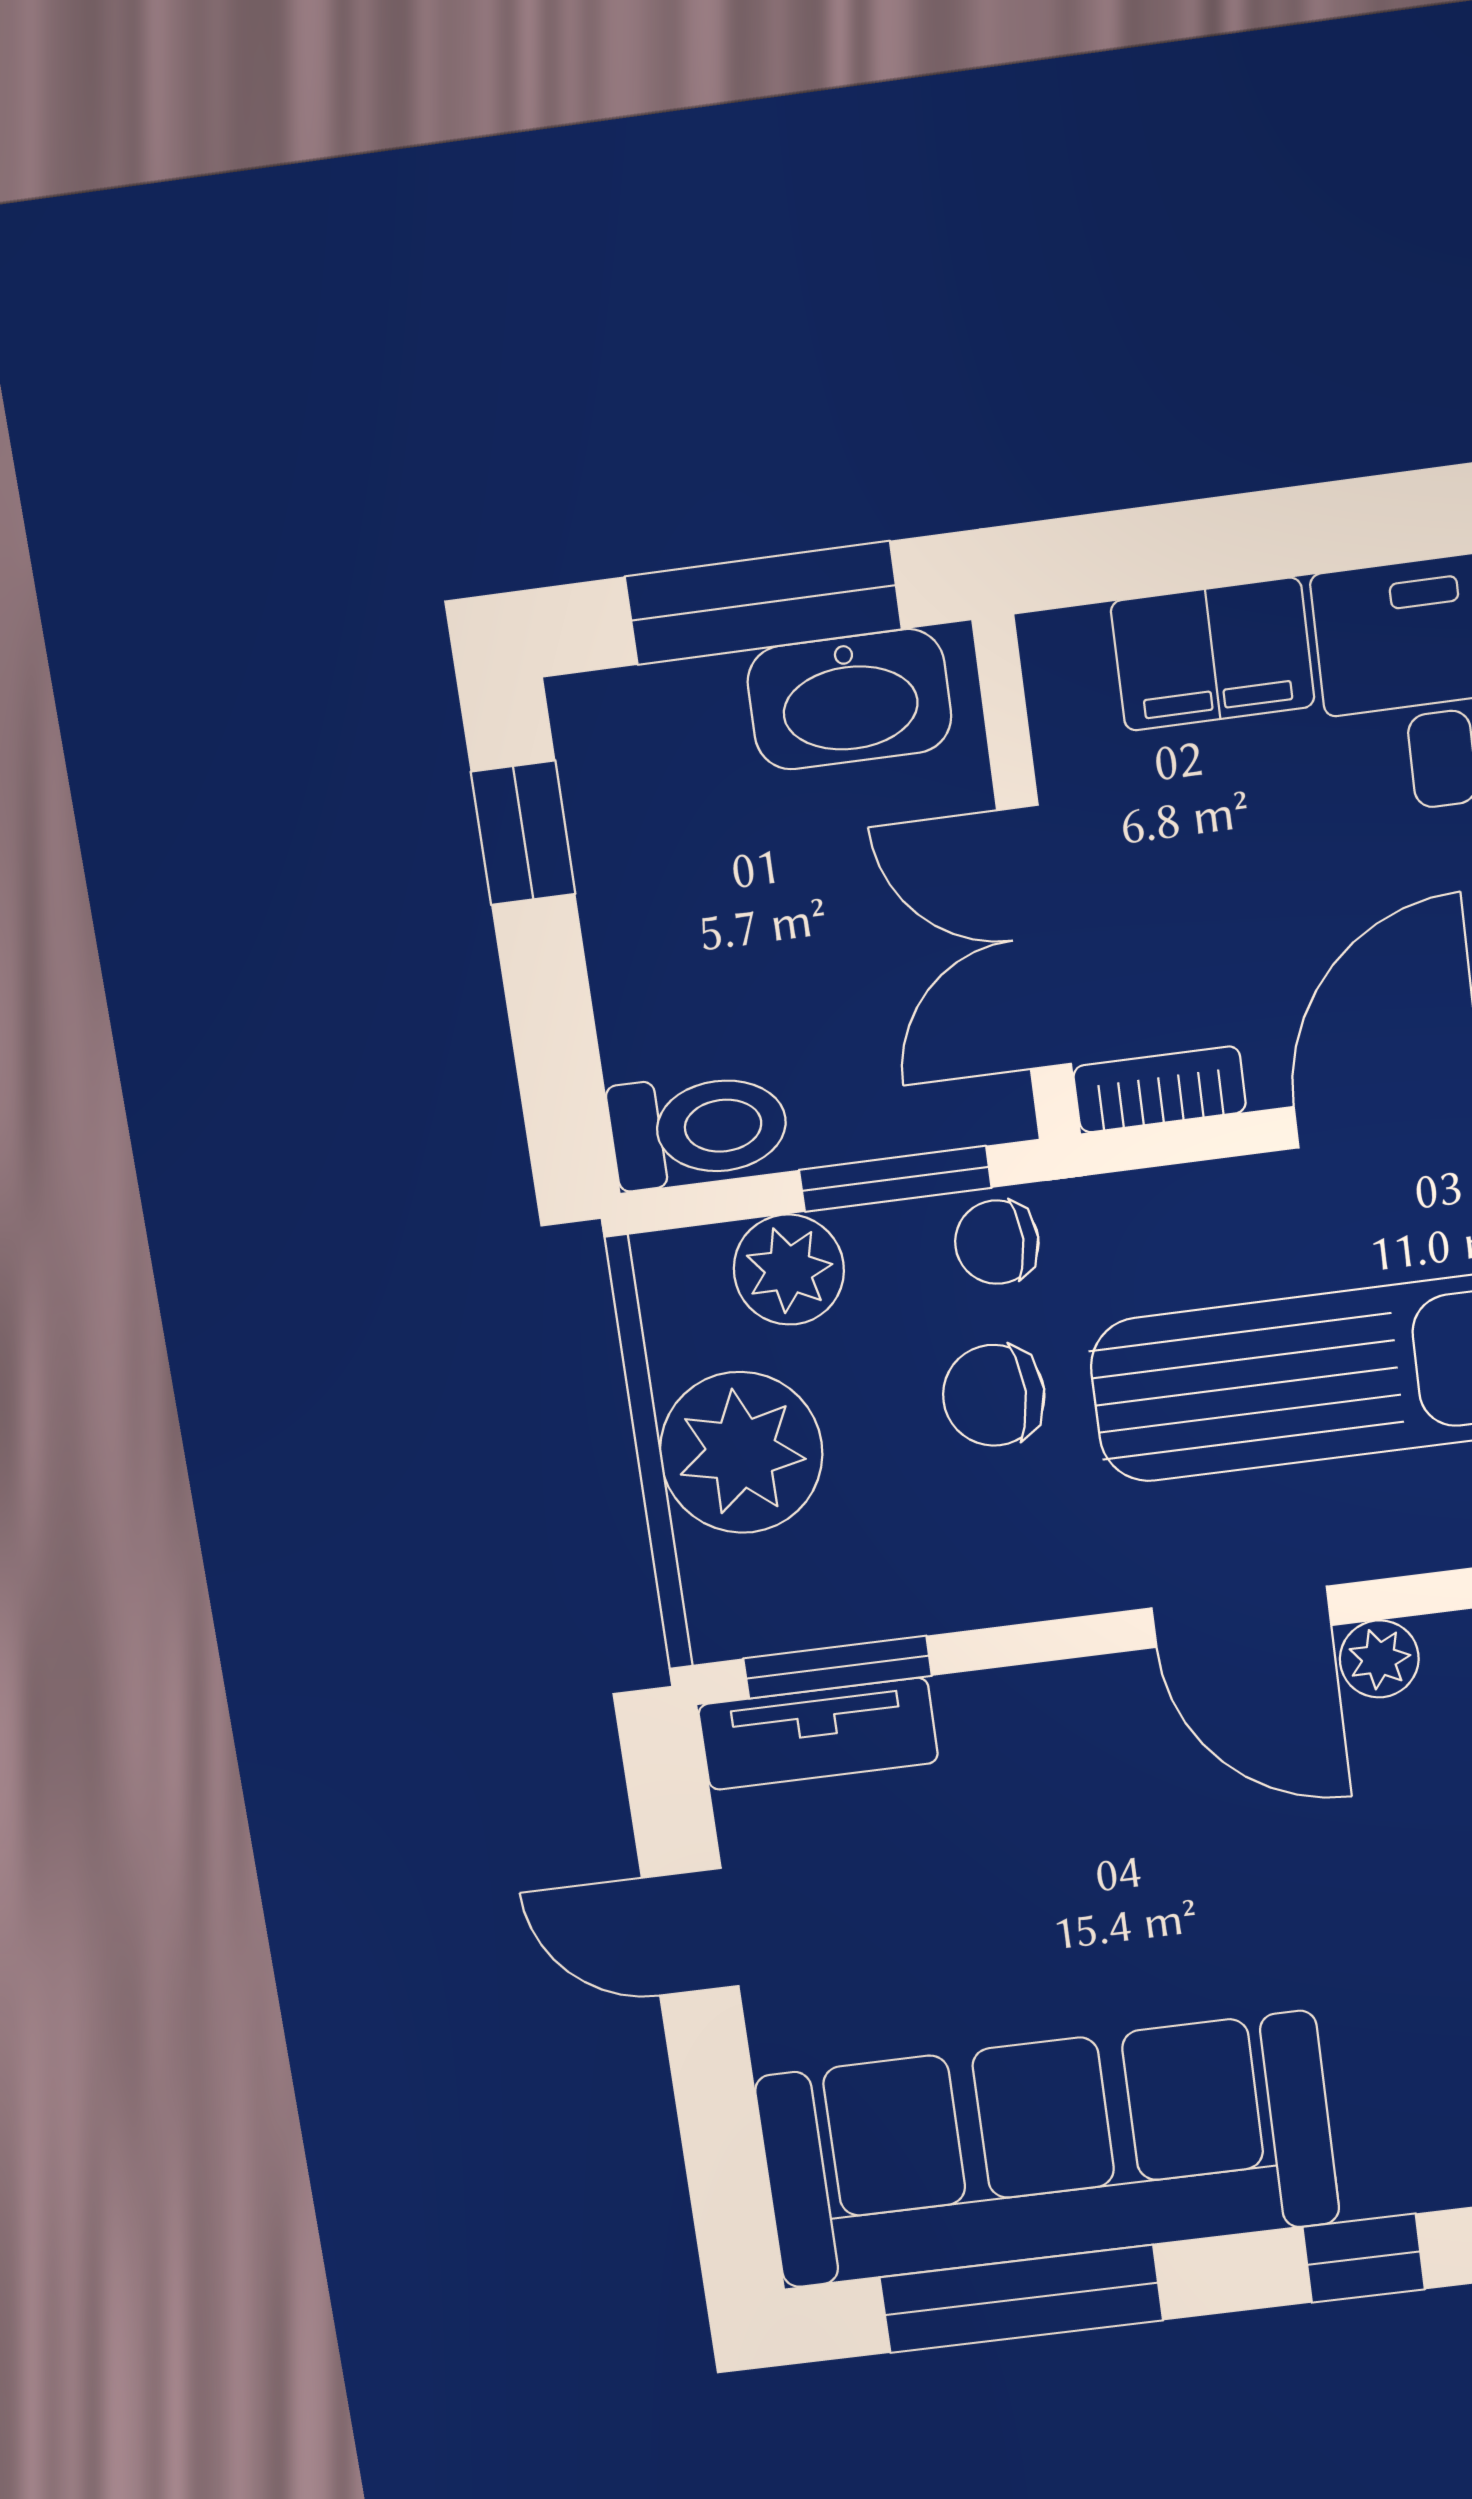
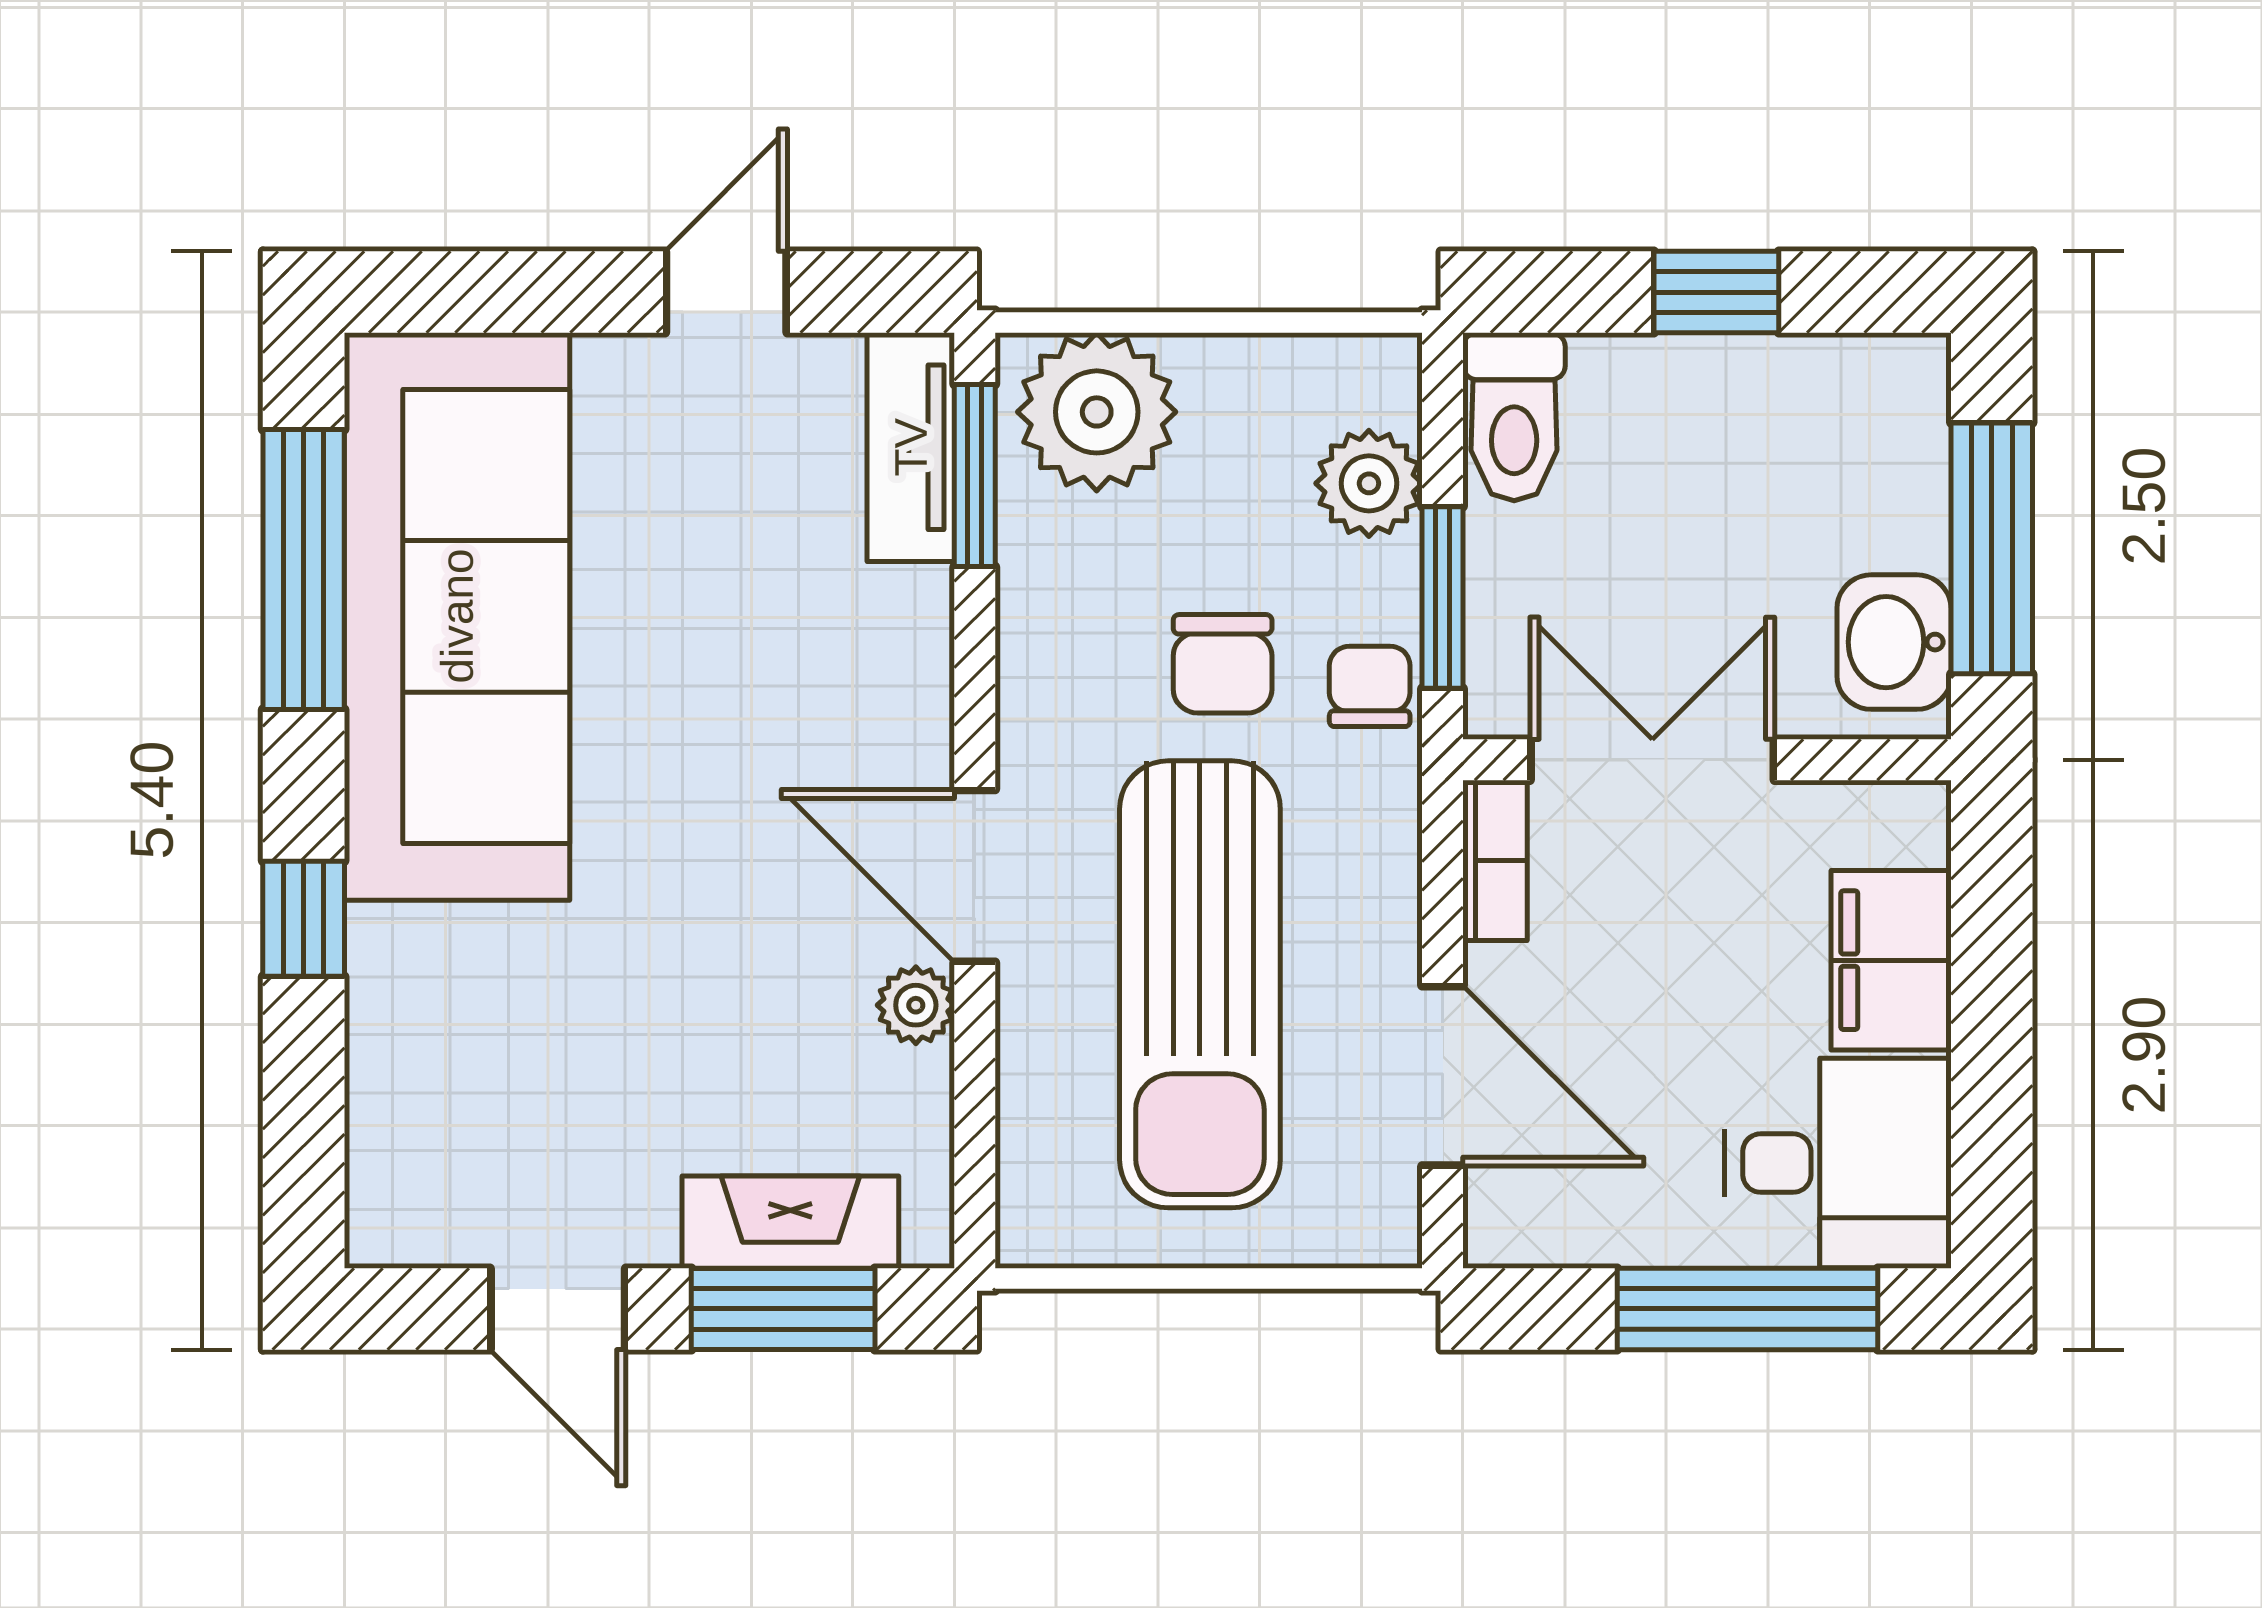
washbasin: (849, 699) -> (1894, 642), width x0.72
window: (523, 833) -> (1716, 292), moved
chair: (994, 1395) -> (1223, 664), turned 180
plant: (741, 1452) -> (1097, 412), moved
door: (1241, 1617) -> (975, 876), hinge flipped

